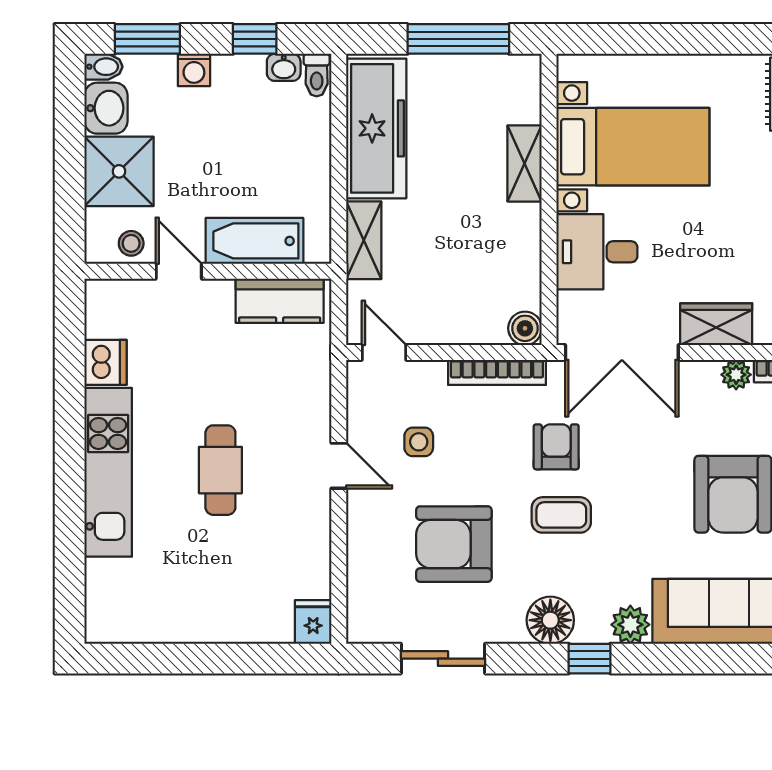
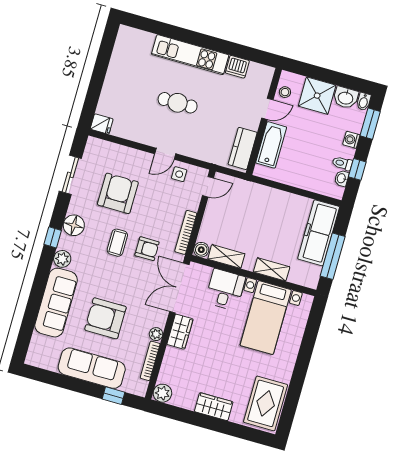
toilet: (317, 75) -> (342, 163), moved
freezer: (376, 128) -> (319, 233), moved, turned 90
shelving: (364, 240) -> (226, 256), moved
side table: (419, 442) -> (179, 174), moved

